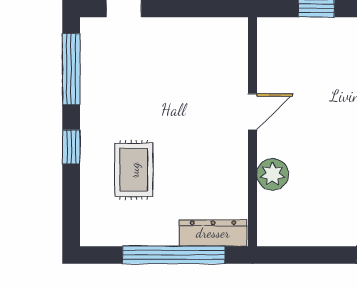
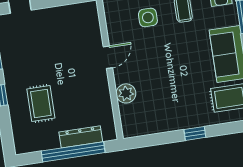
side table: (326, 58) -> (148, 17), added
dresser: (213, 233) -> (81, 137), moved

